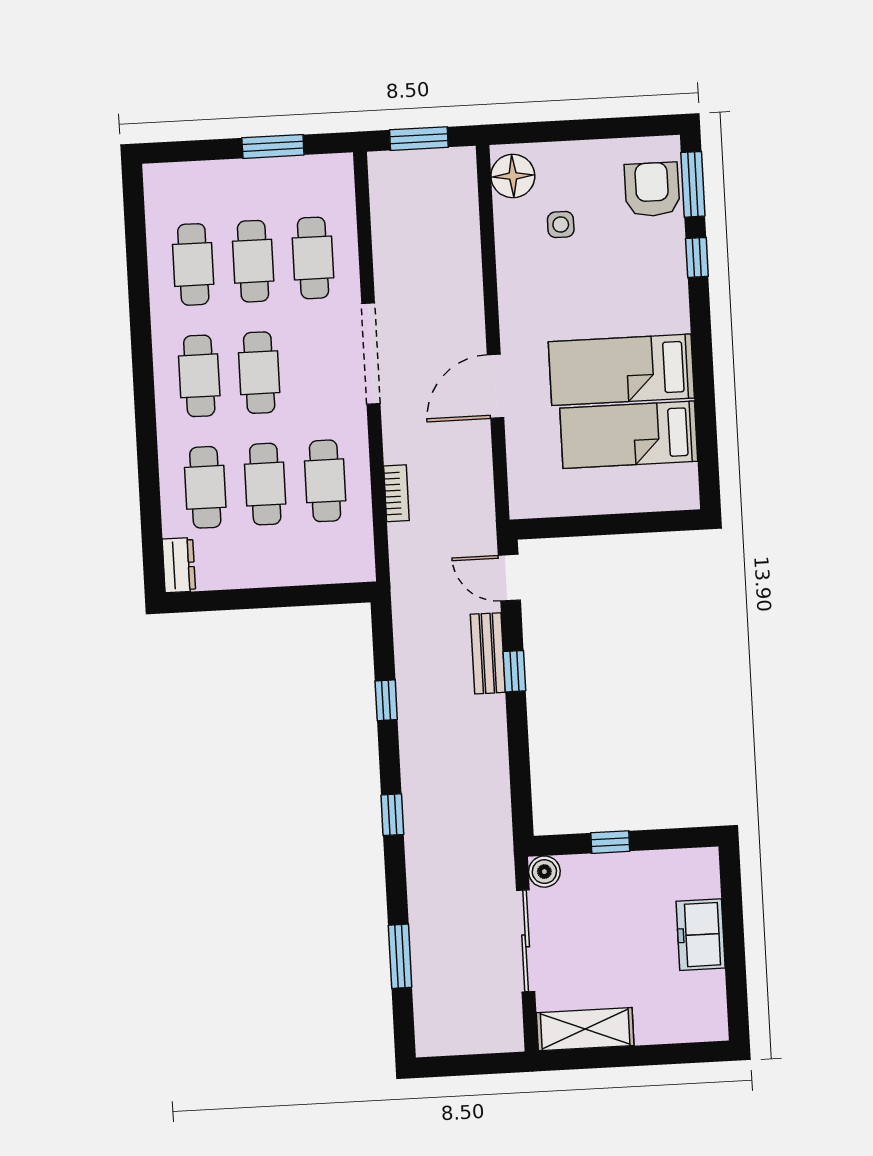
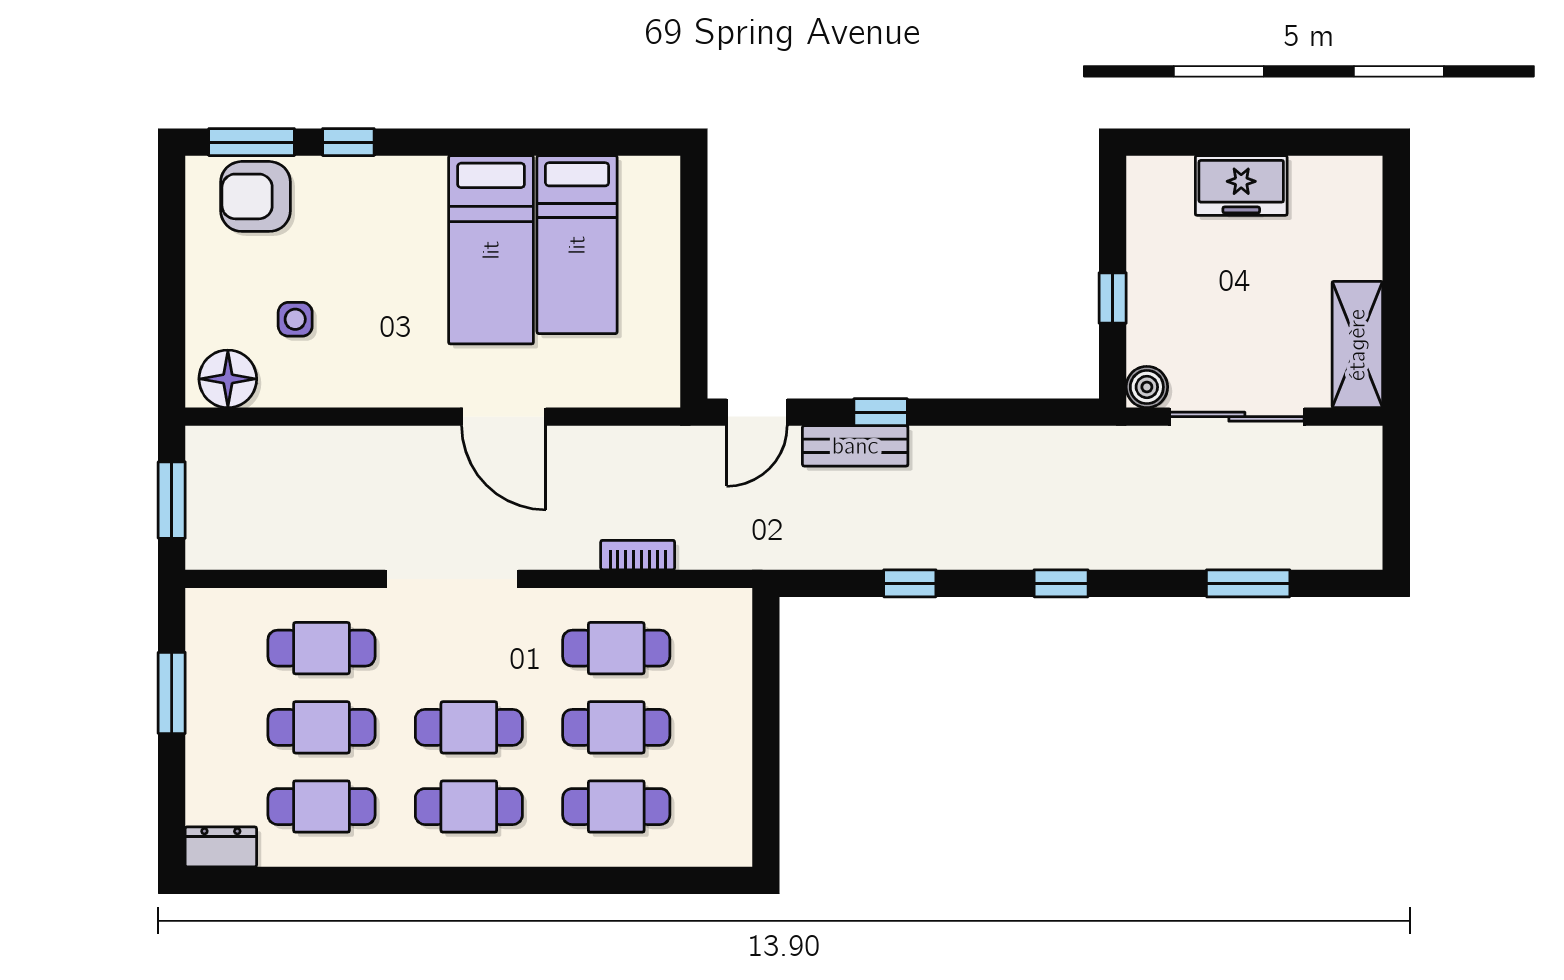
dresser: (179, 565) -> (221, 847), moved

